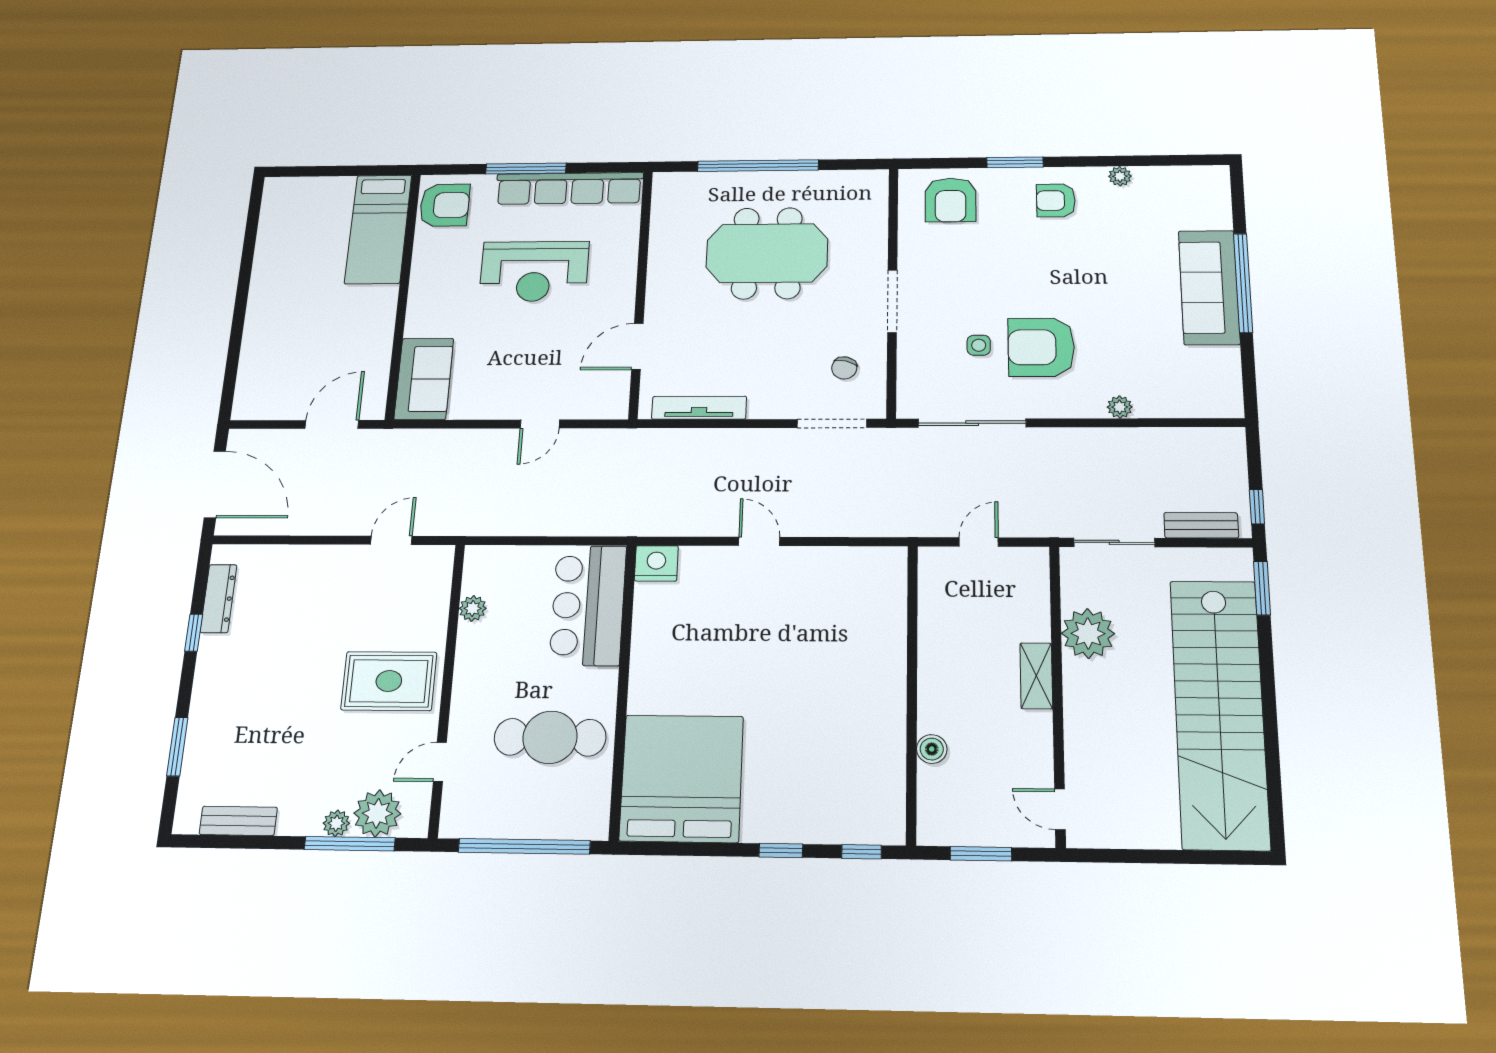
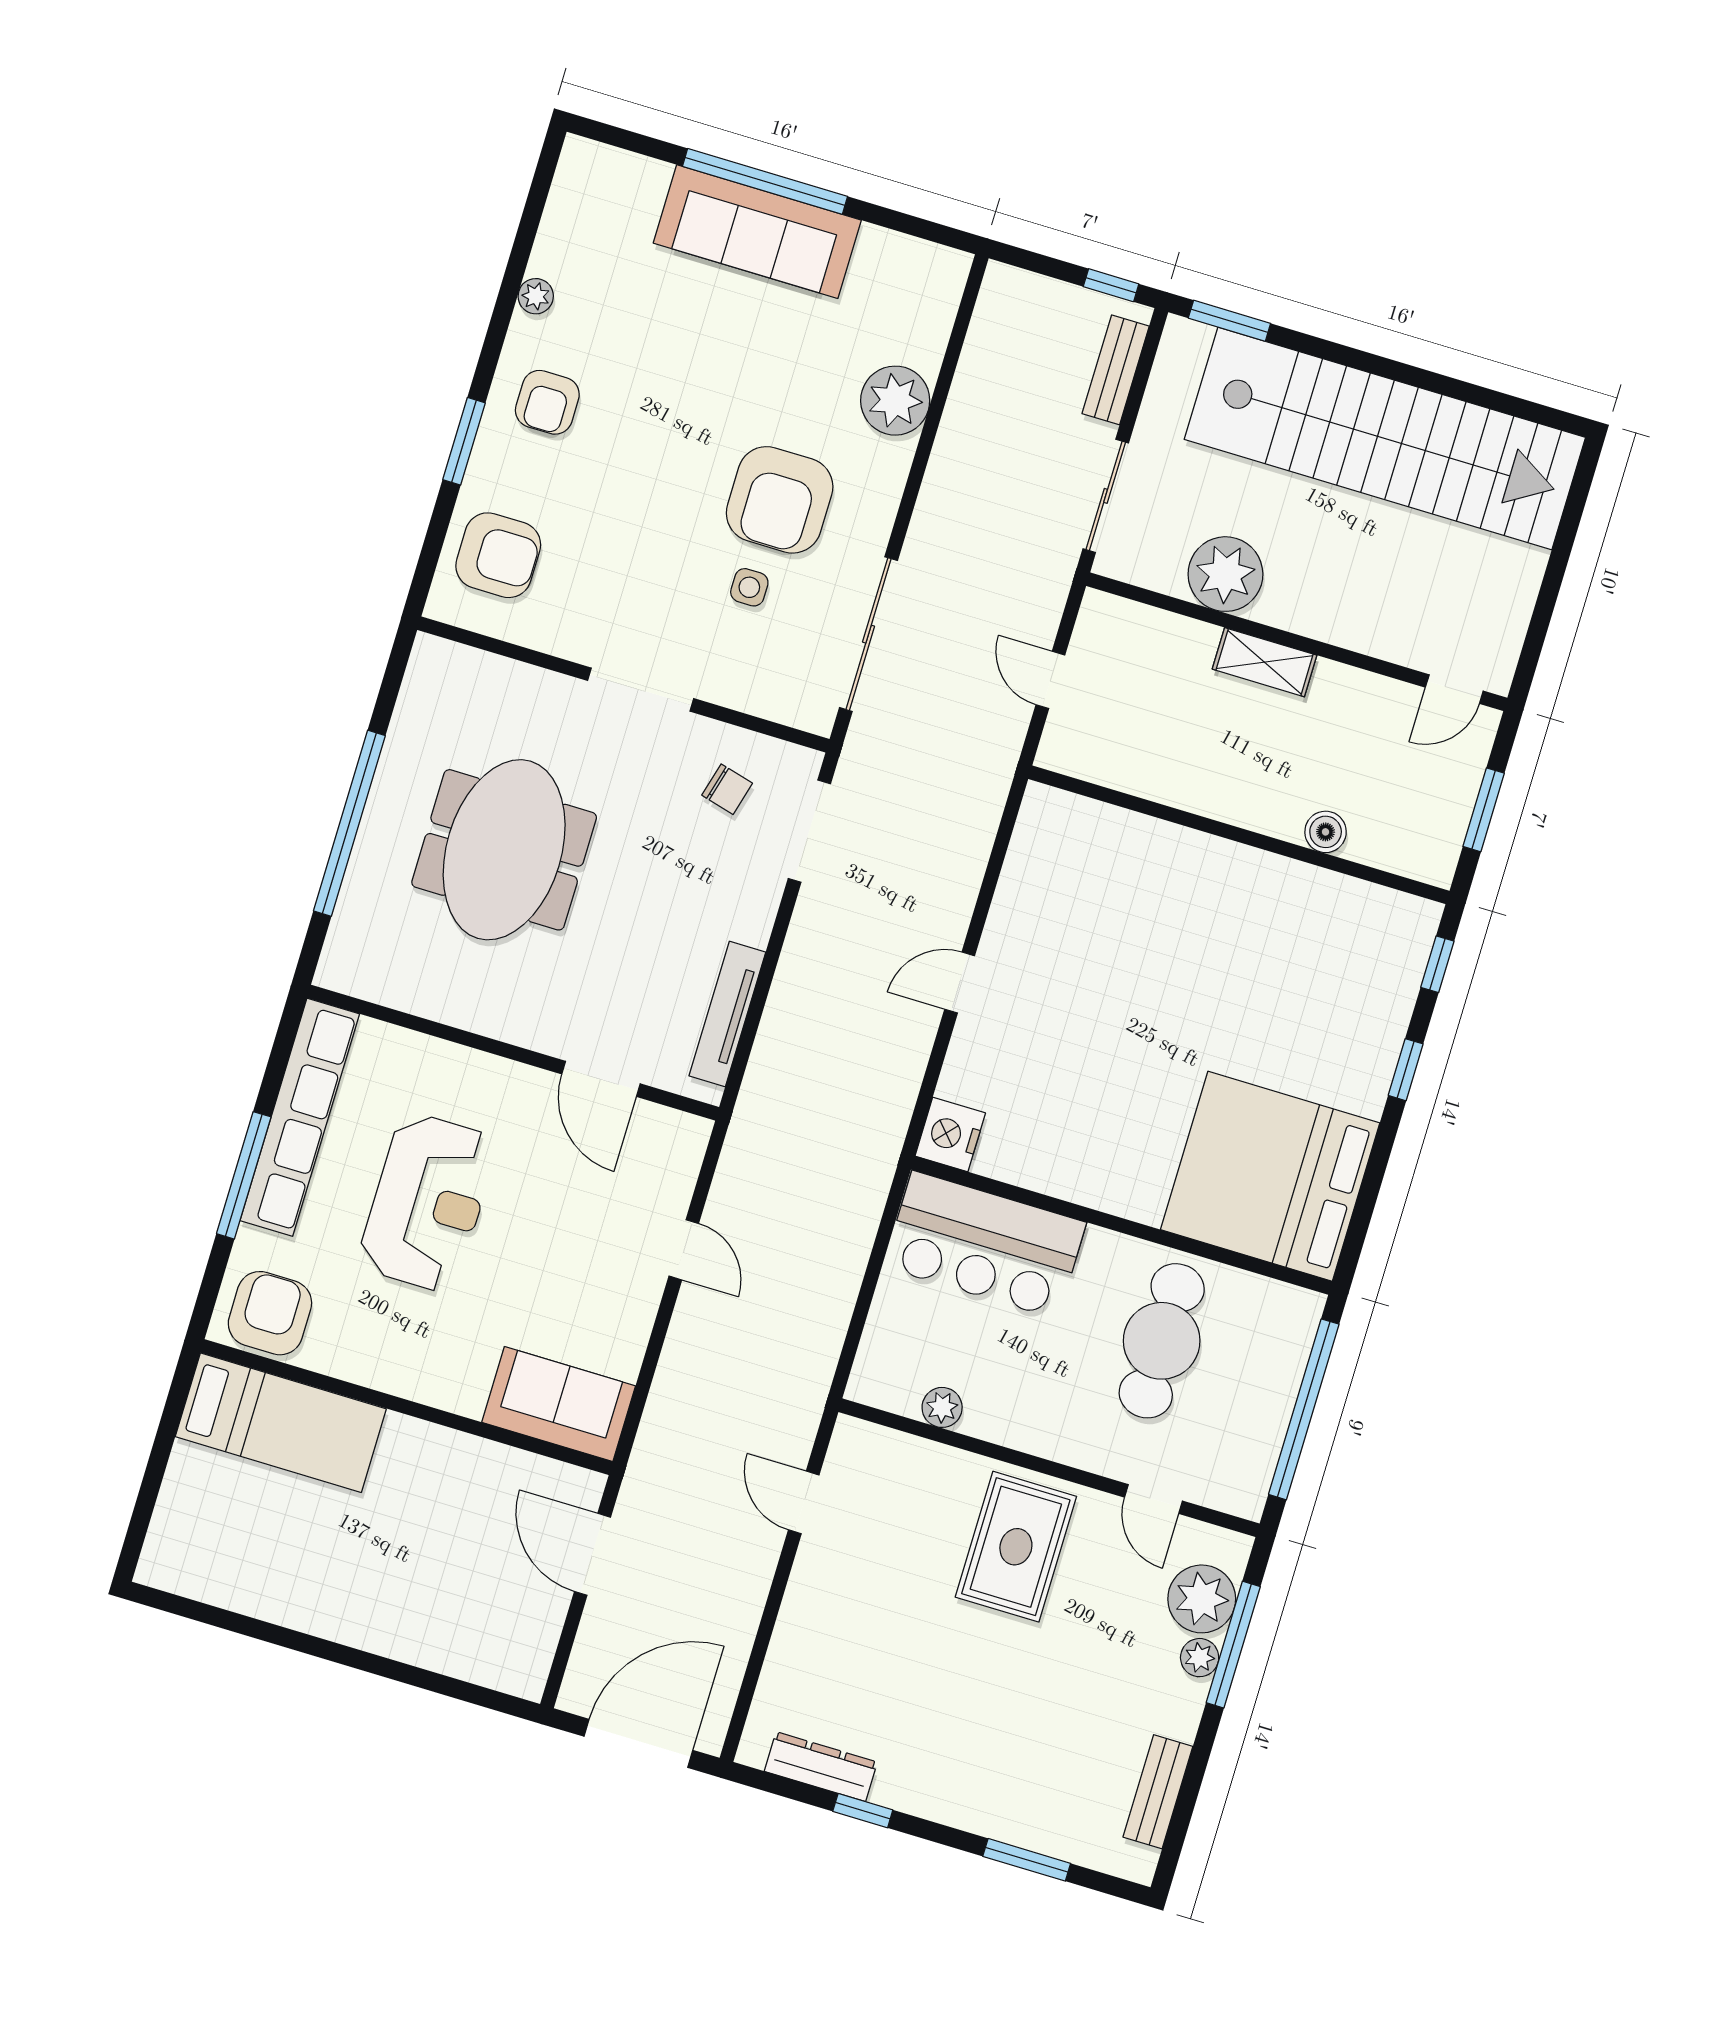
plant: (1120, 407) -> (895, 401), width x1.87, depth x1.87

